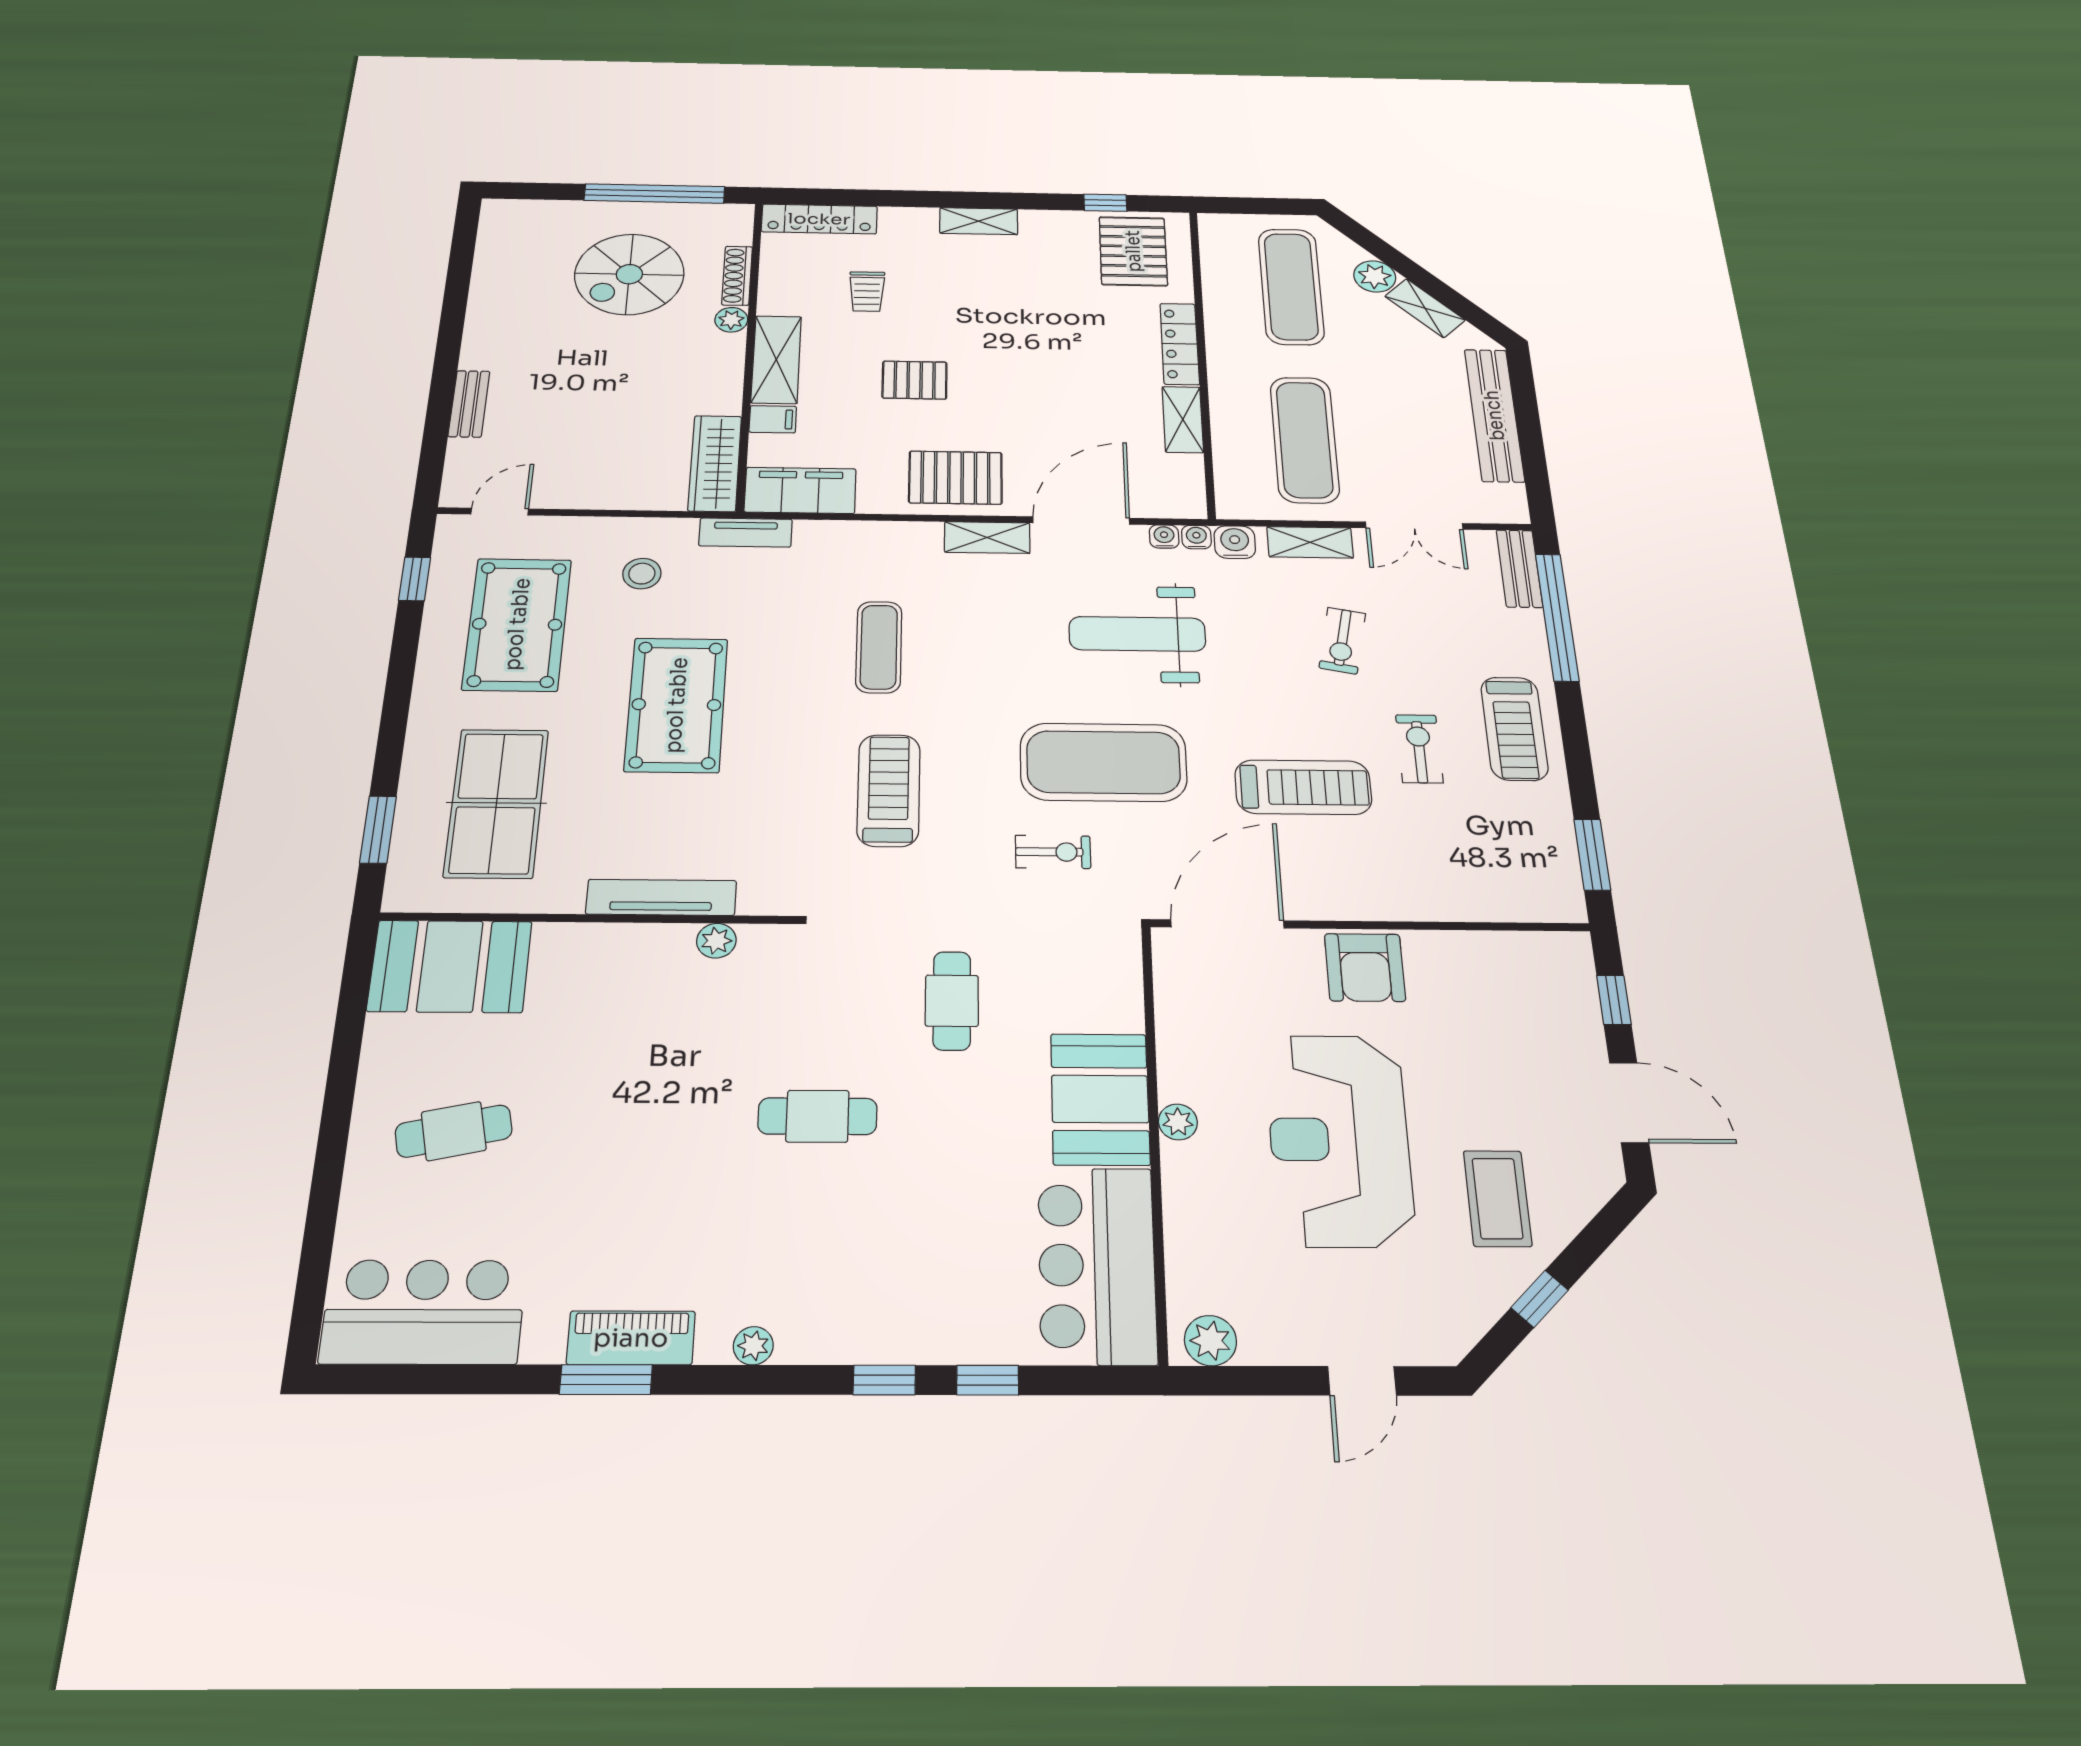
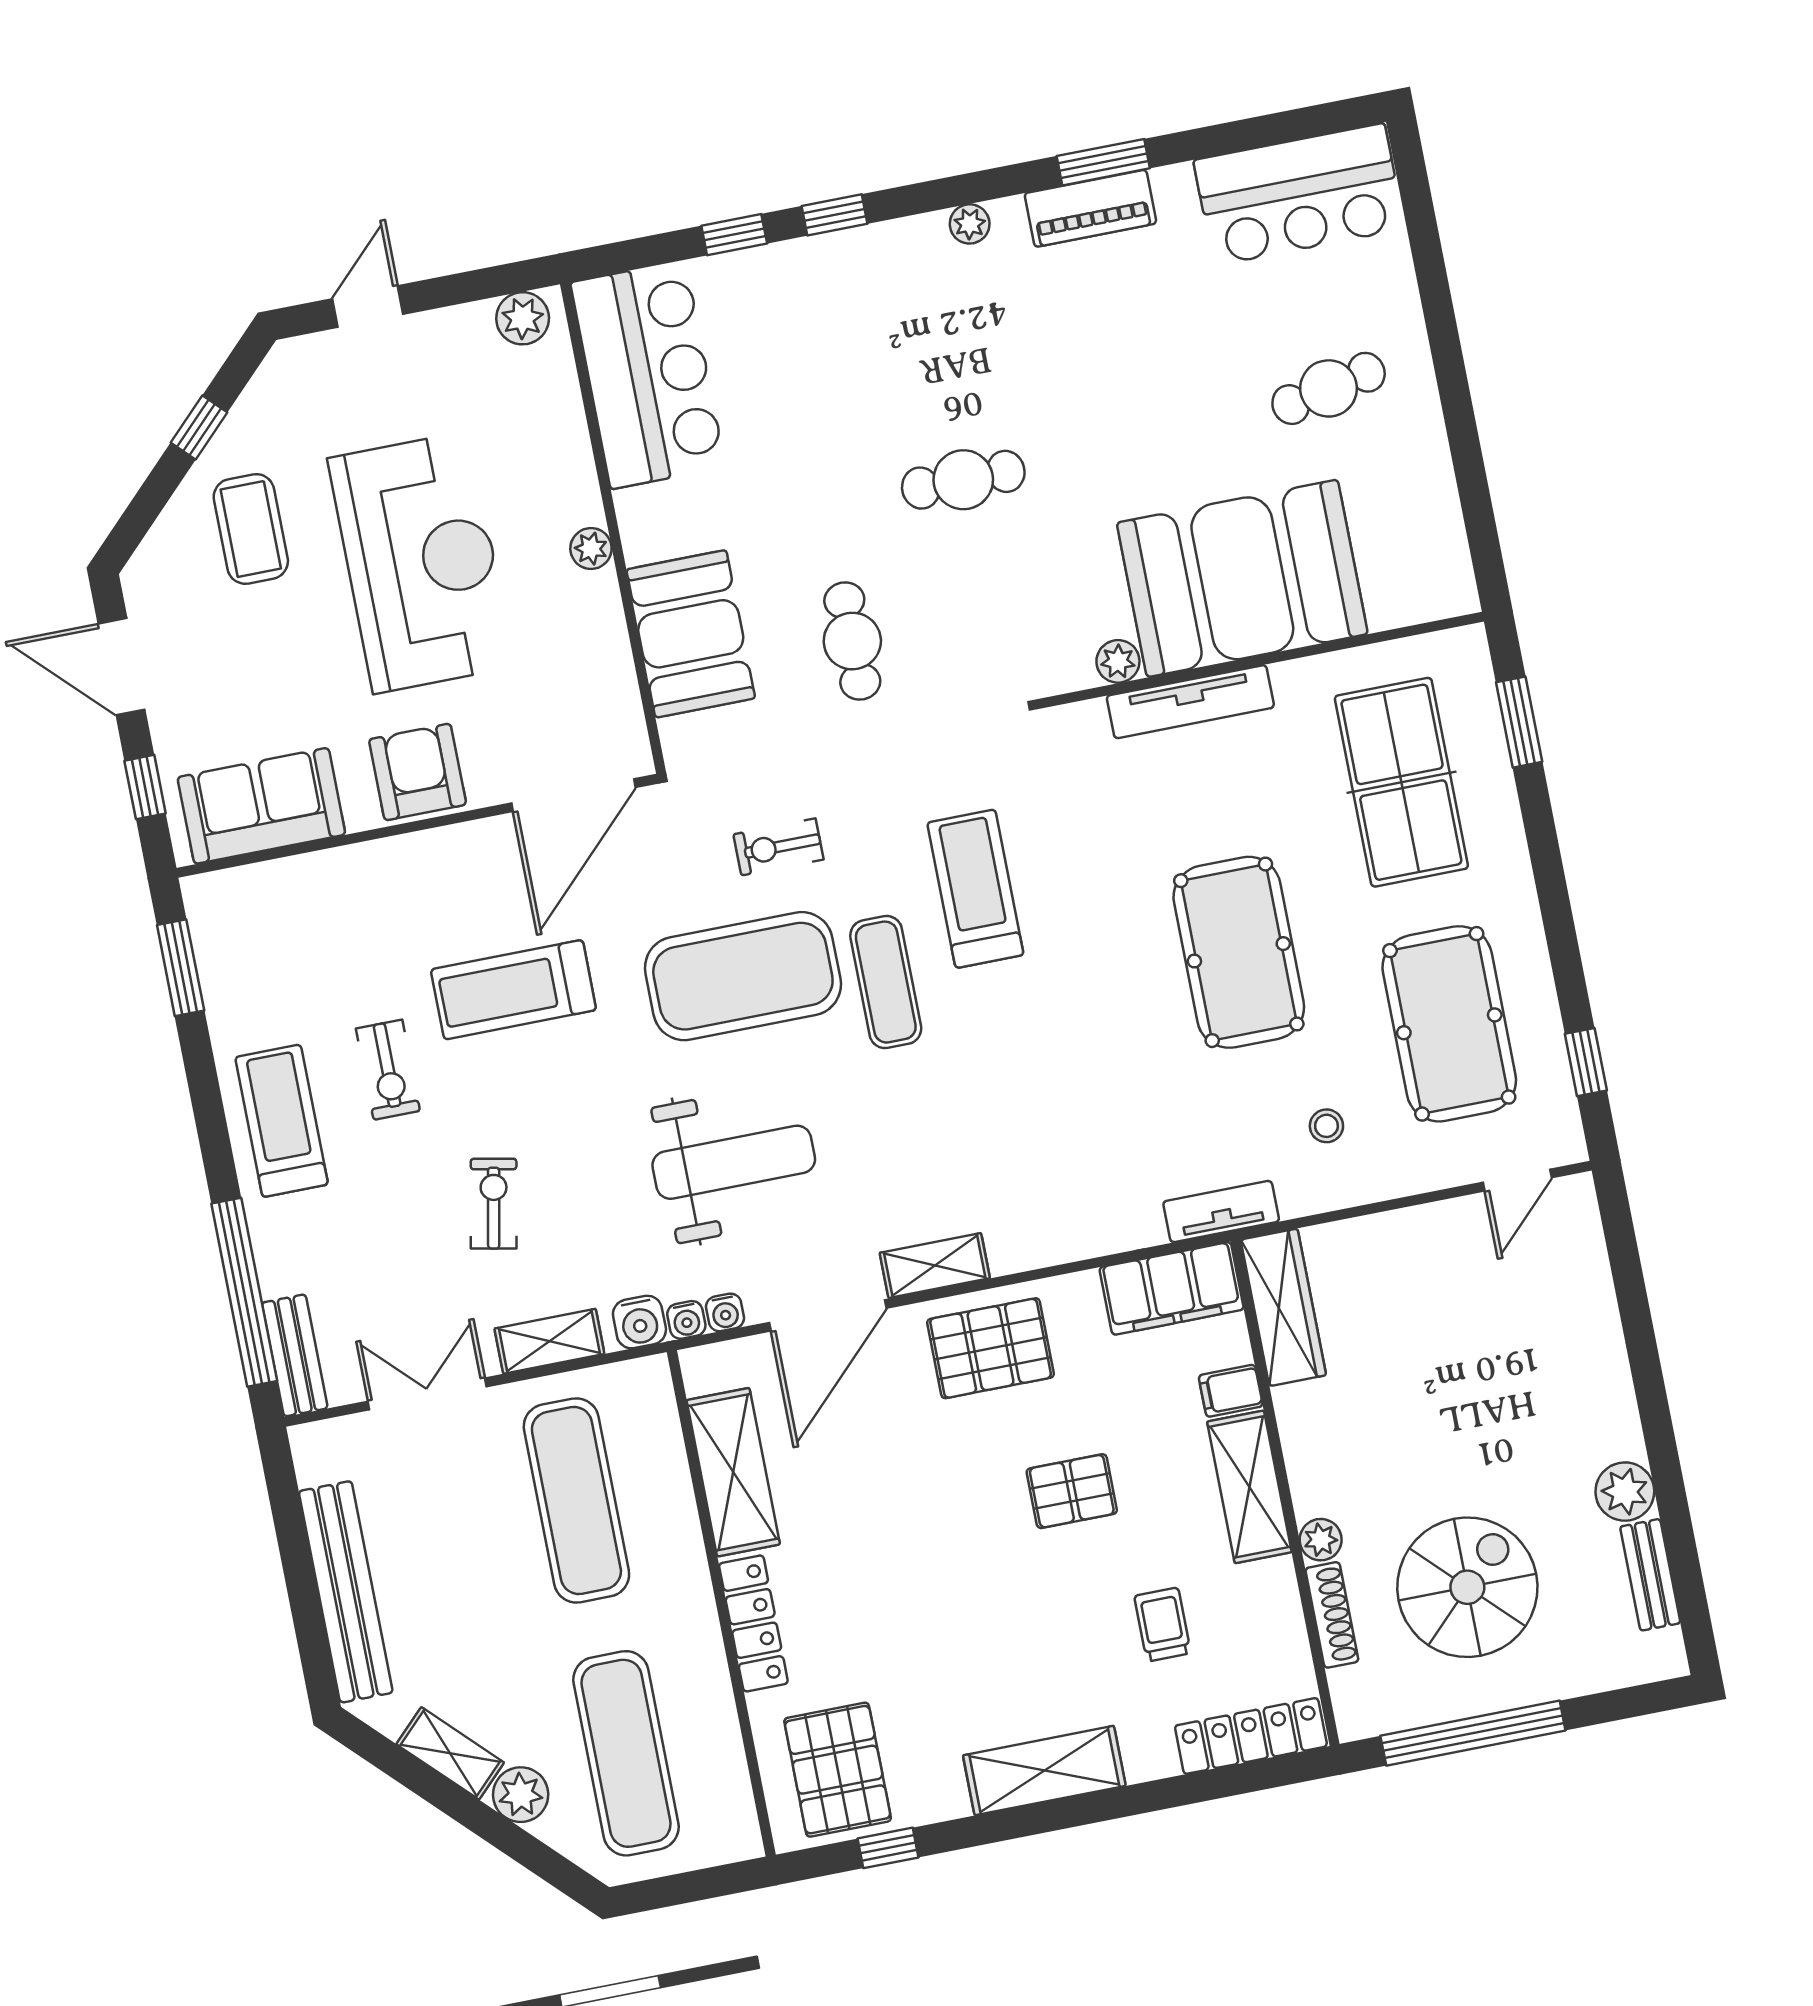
shelving: (979, 221) -> (1044, 1771), width x1.50, depth x1.33
plant: (489, 309) -> (1625, 1492), added
bench: (469, 404) -> (1650, 1575), moved
shelving: (1183, 420) -> (733, 1472), width x1.50, depth x1.33
stool: (642, 574) -> (1326, 1126), width x0.73, depth x0.73
exercise mat: (879, 647) -> (886, 982), moved
treadmill: (889, 790) -> (975, 889), turned 180
booth: (450, 966) -> (1242, 578), moved, width x1.36, depth x1.42
sofa: (1509, 966) -> (261, 806), added
booth: (1100, 1099) -> (691, 634), moved

